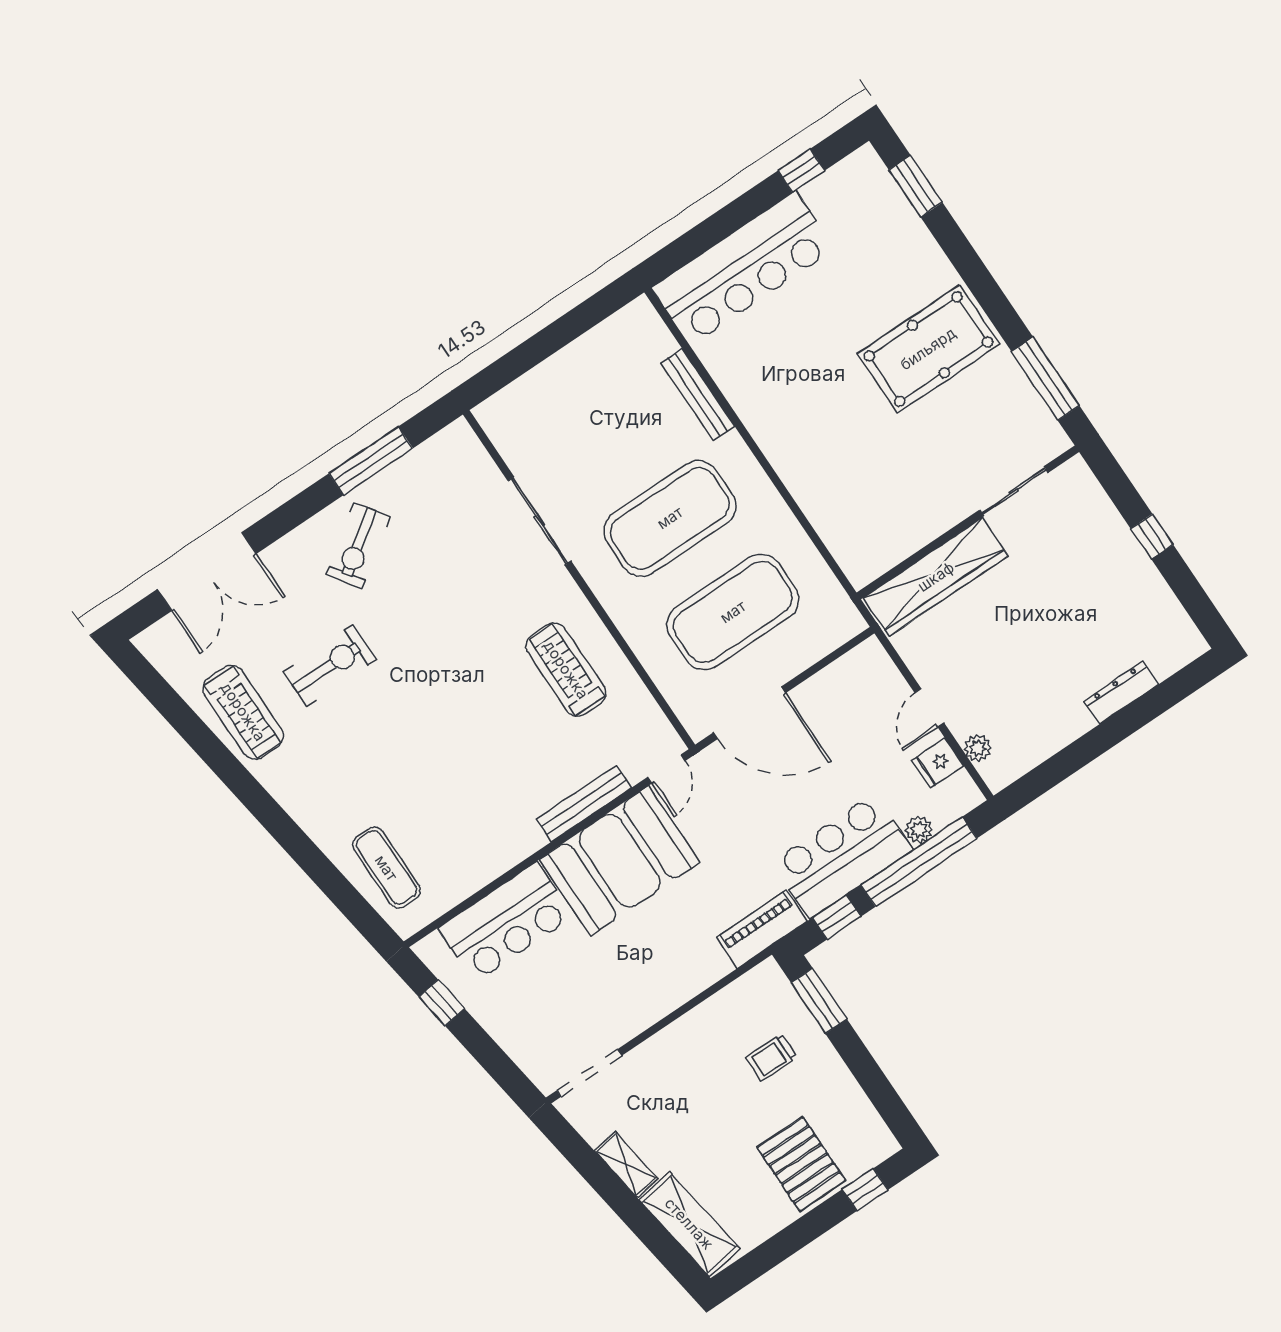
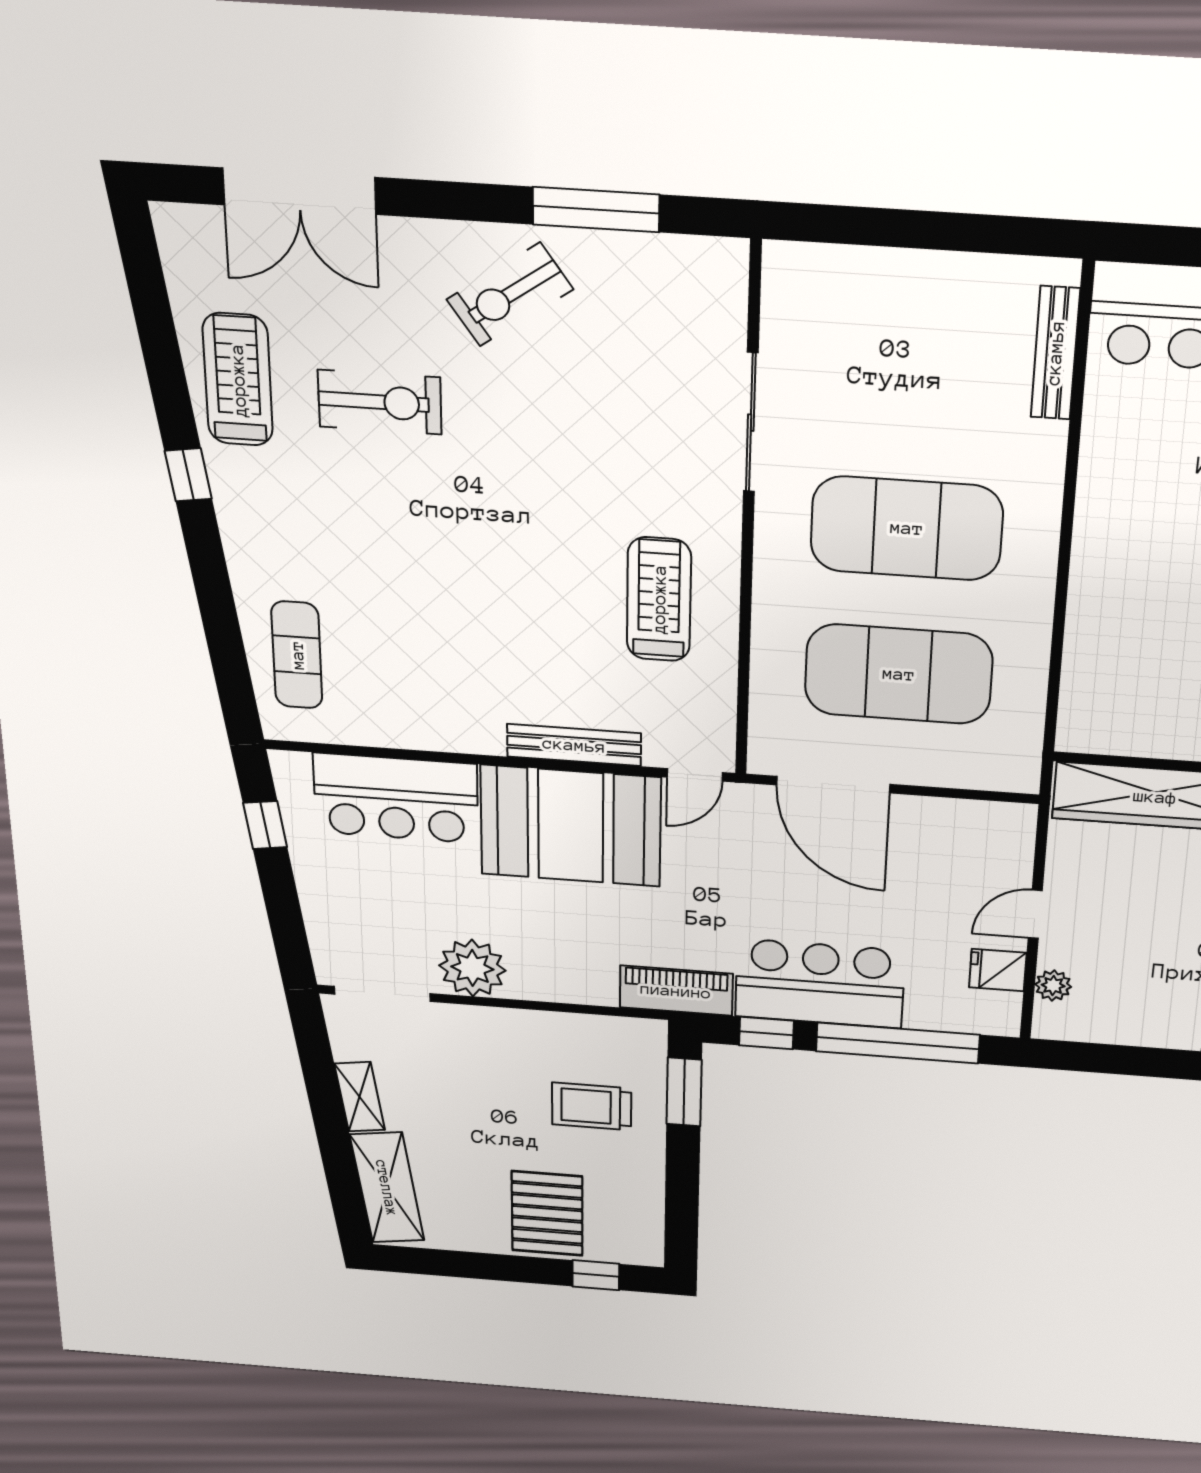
bench: (698, 394) -> (1055, 353), moved
treadmill: (243, 712) -> (238, 380), turned 180
window: (252, 795) -> (188, 475), added
plant: (919, 830) -> (472, 968), moved, width x1.87, depth x1.87
trolley: (771, 1057) -> (592, 1106), width x1.36, depth x1.39

